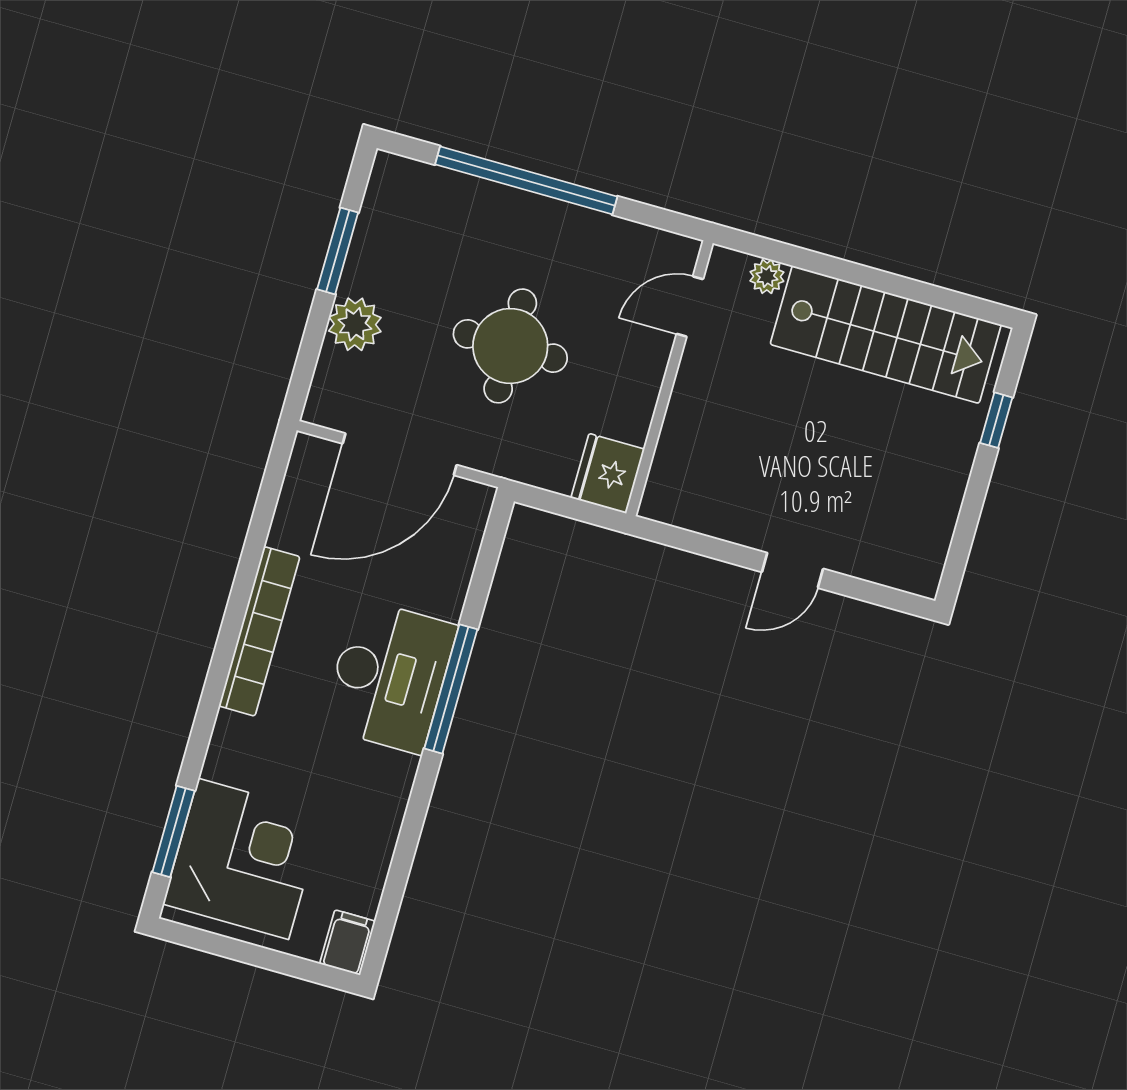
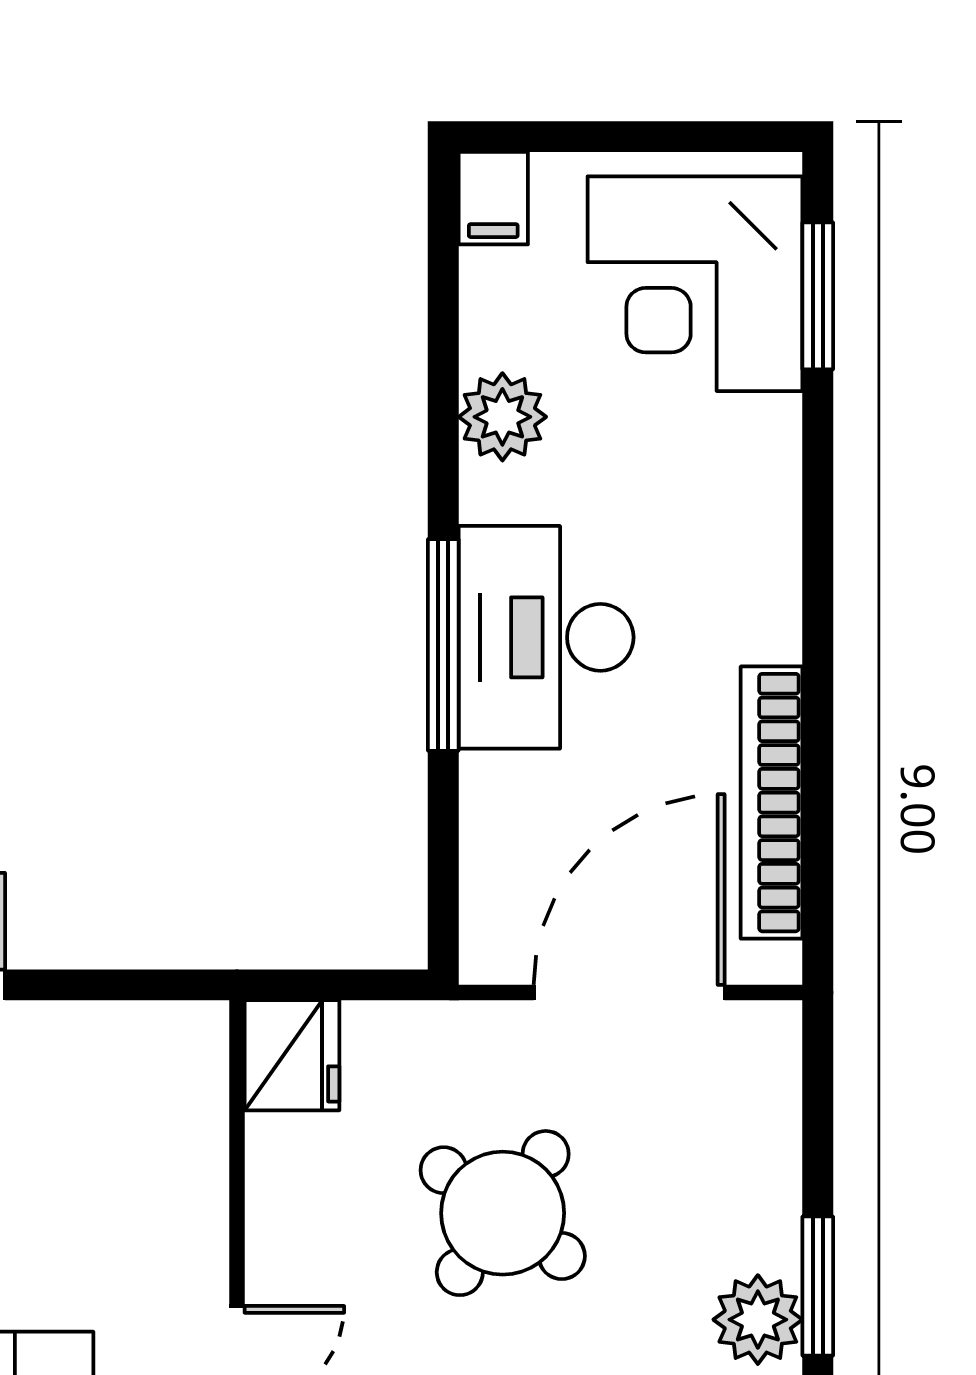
plant: (355, 324) -> (758, 1320), moved
round table: (510, 346) -> (503, 1213), turned 36
bookcase: (259, 631) -> (772, 803), moved
plant: (378, 813) -> (502, 417), added

